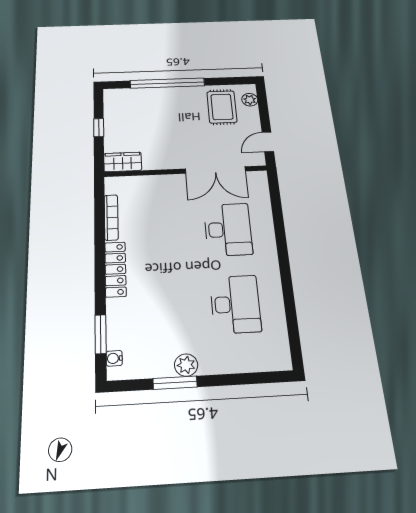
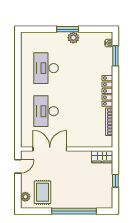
window: (175, 383) -> (68, 29), moved

